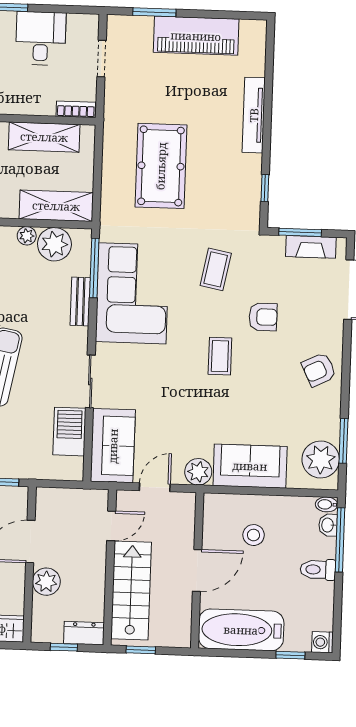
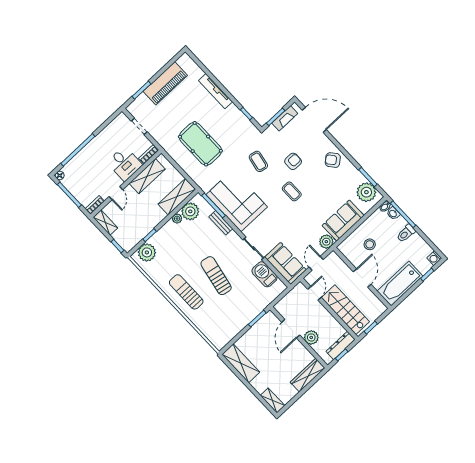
desk: (41, 38) -> (125, 164), moved, turned 180
armchair: (319, 370) -> (333, 160), turned 77
dresser: (84, 633) -> (341, 346), width x1.44

